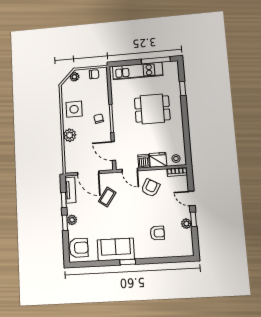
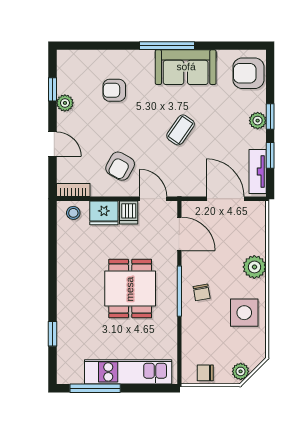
dining table: (152, 109) -> (130, 289), moved, turned 90
coffee table: (107, 197) -> (181, 130), moved
window: (193, 219) -> (52, 89), moved
window: (128, 262) -> (167, 46), width x2.17

